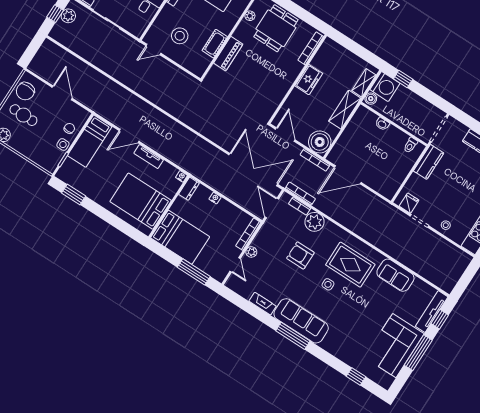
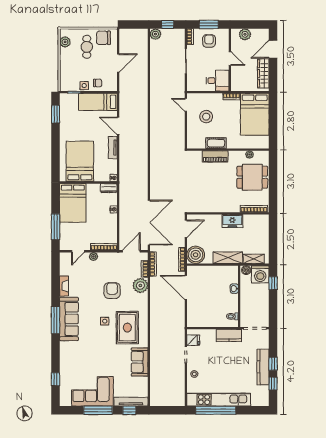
plant: (68, 16) -> (155, 34), moved

